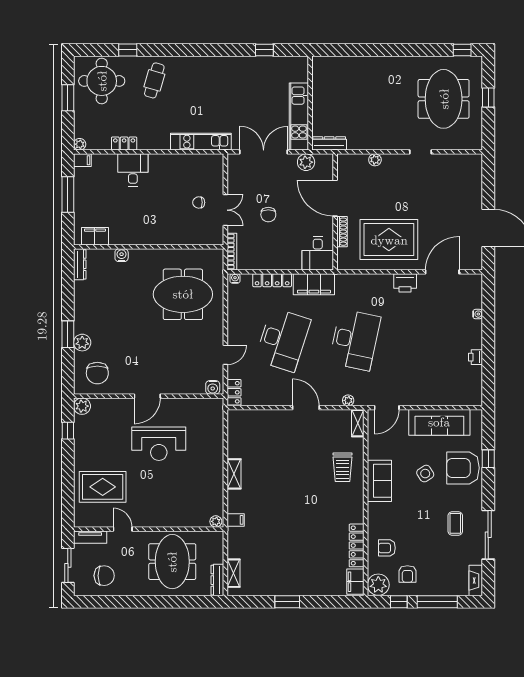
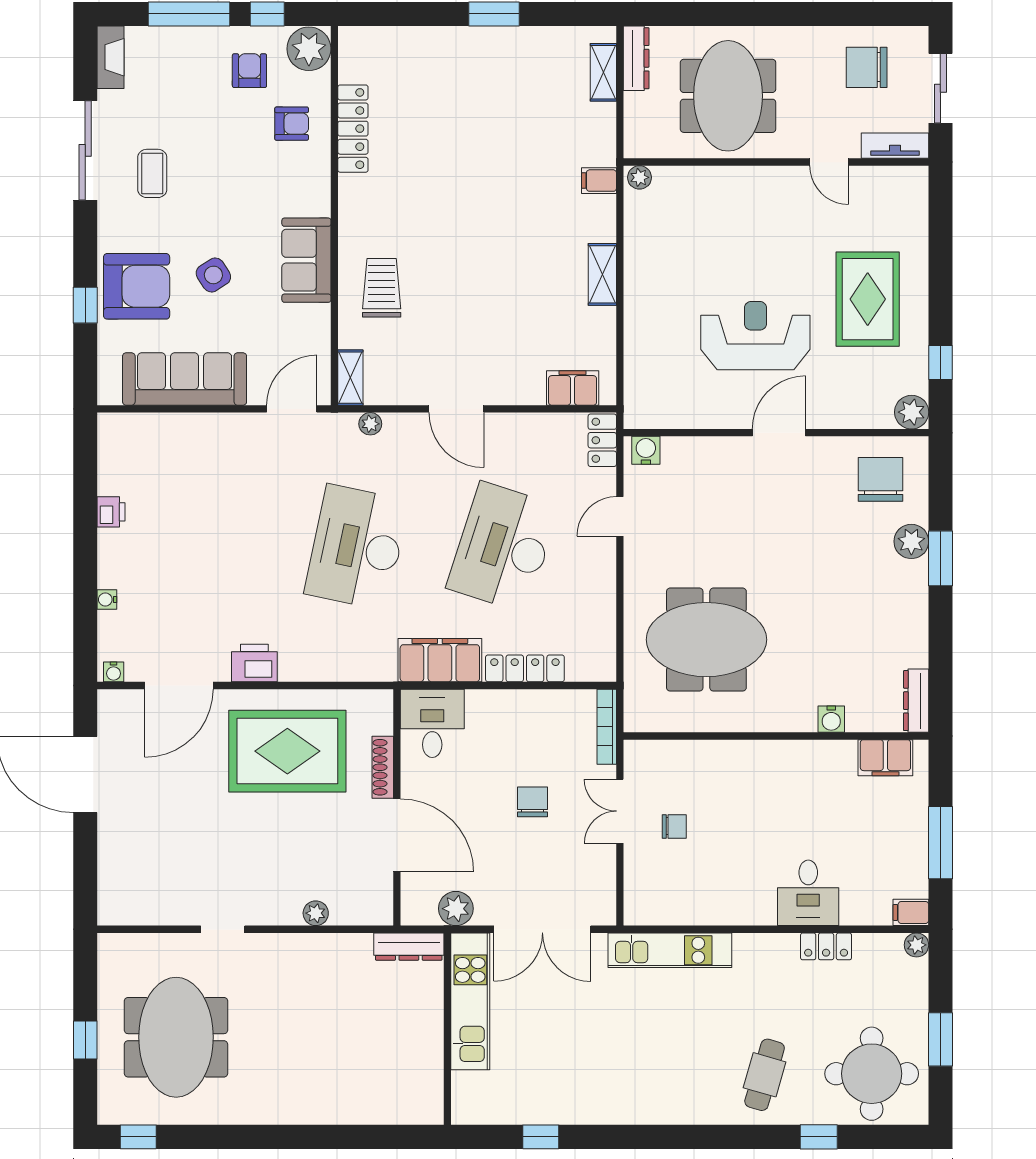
water cooler: (235, 278) -> (114, 672), moved
rug: (103, 487) -> (868, 299), moved, turned 90
filing cabinet: (355, 582) -> (573, 388), moved, turned -90

